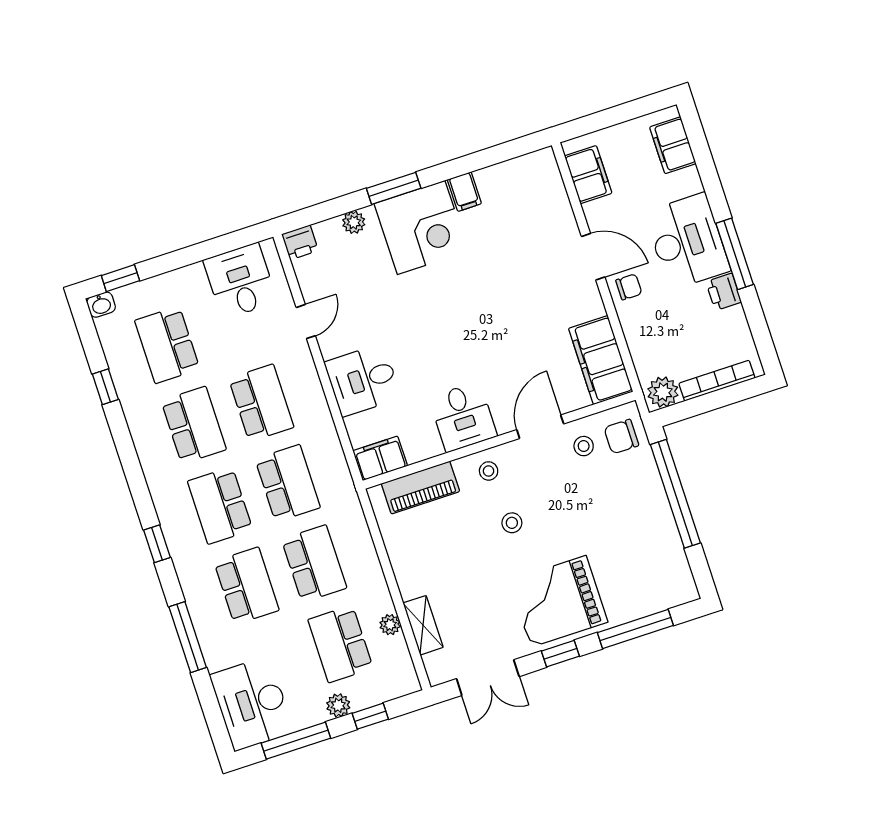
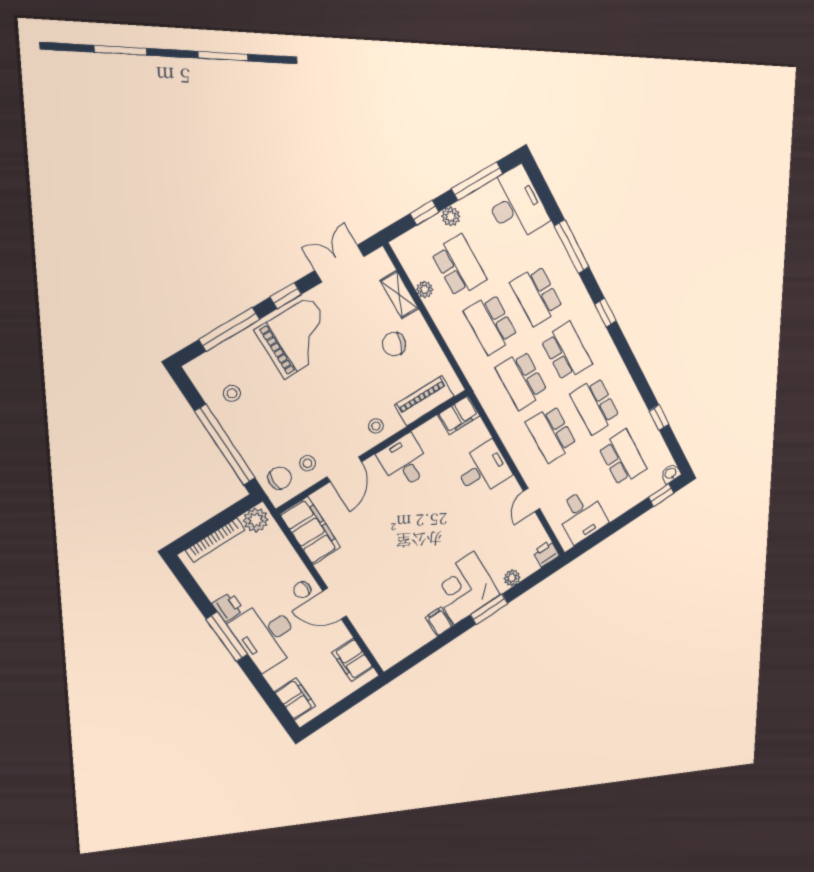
stool: (512, 523) -> (232, 393), moved
chair: (443, 567) -> (394, 344), added

